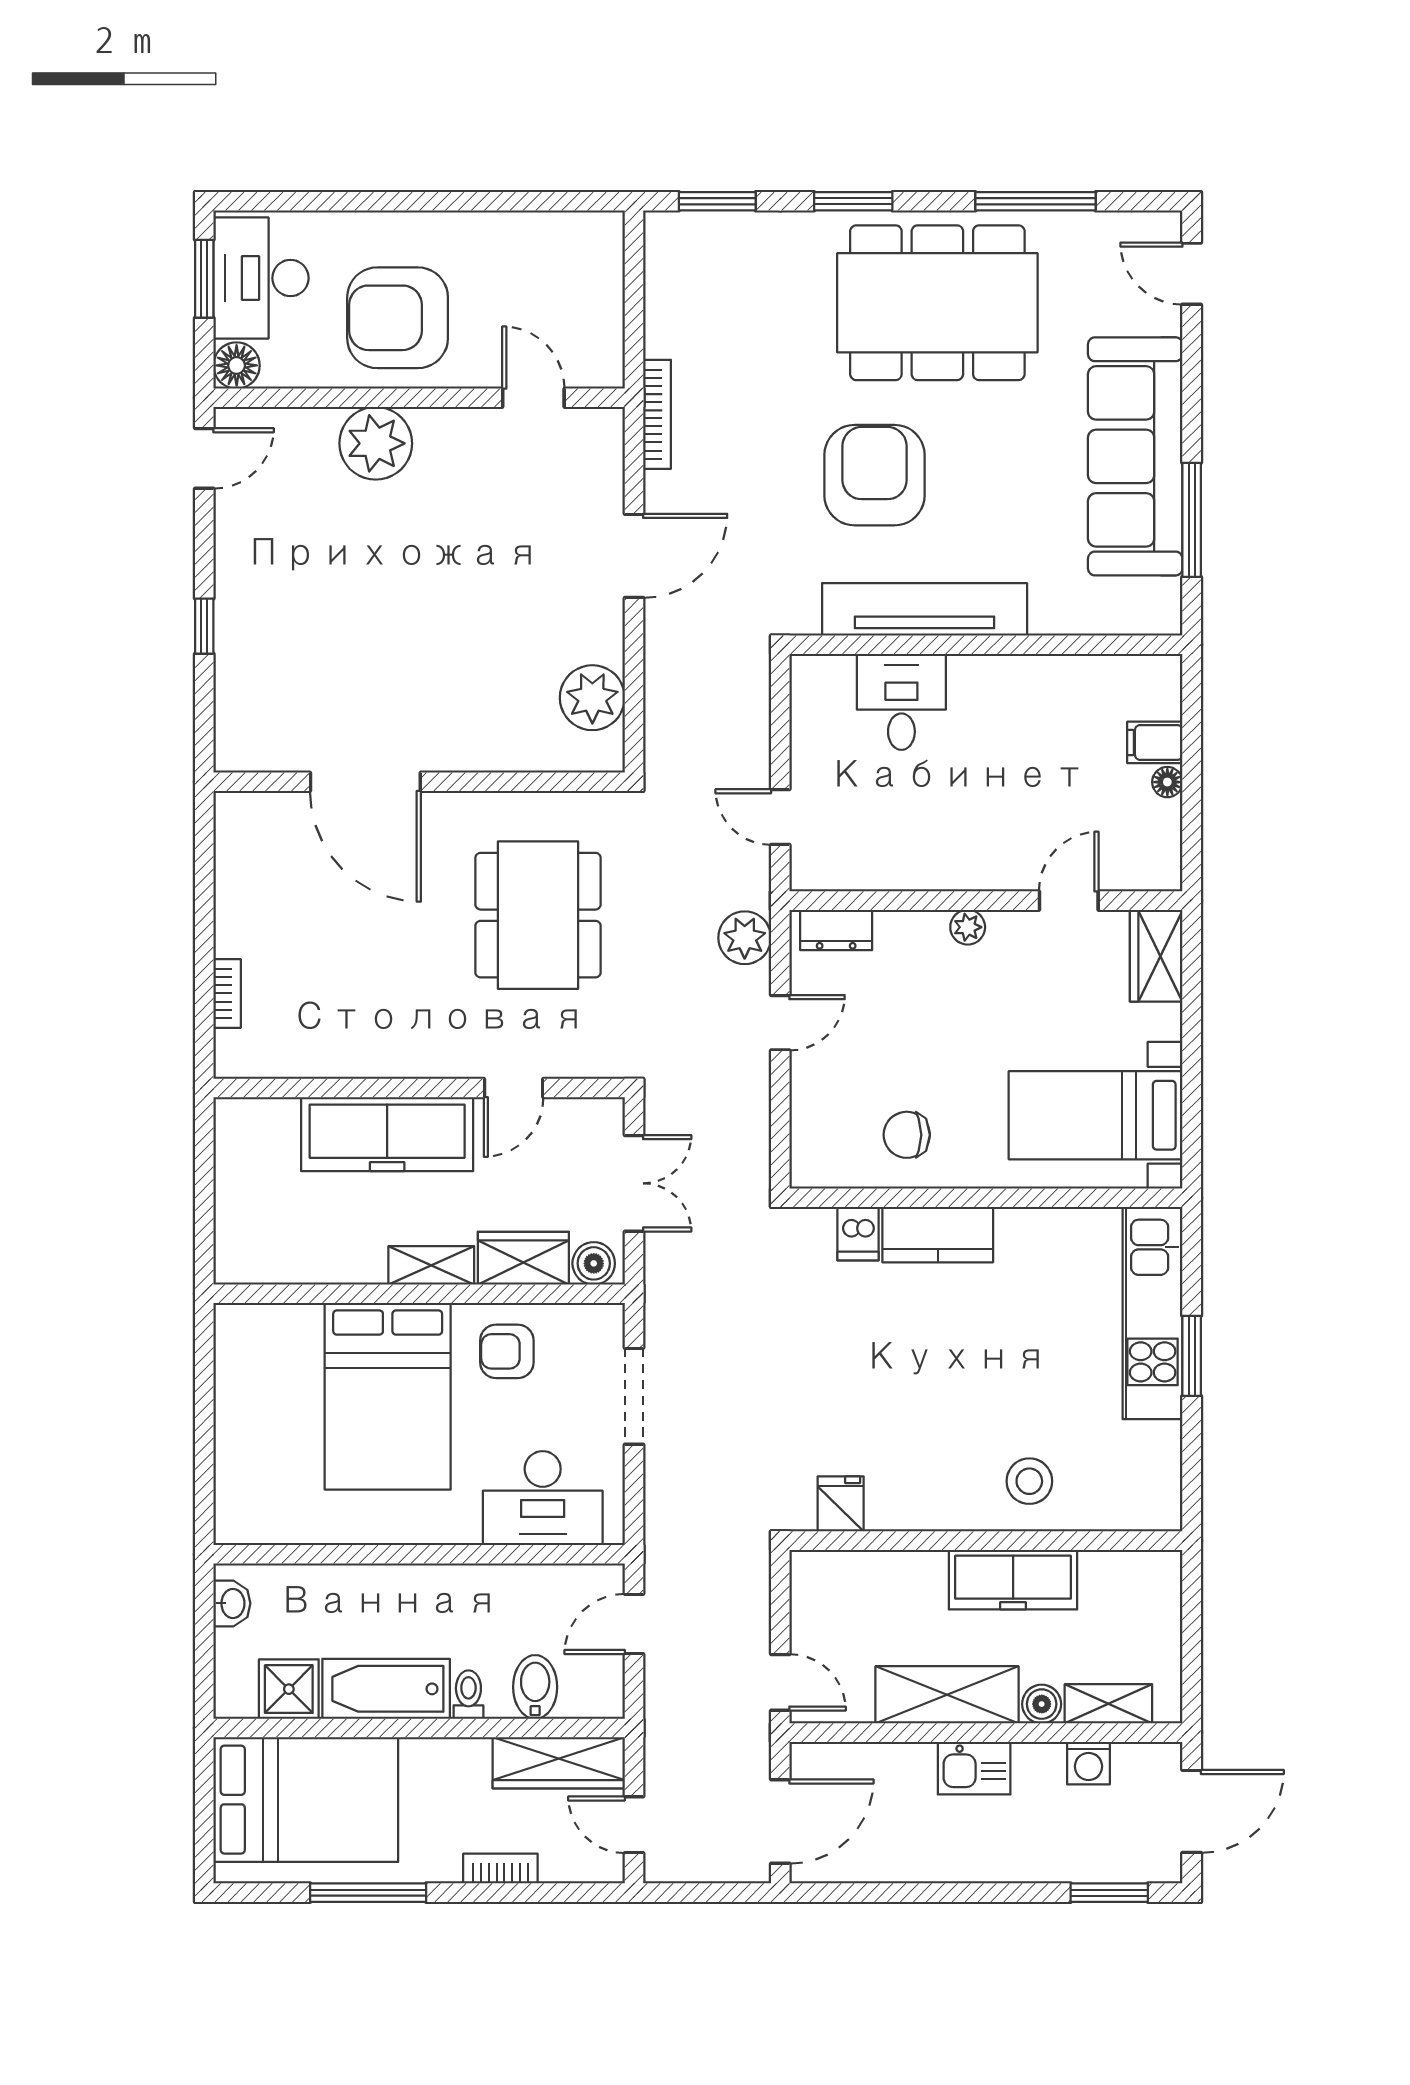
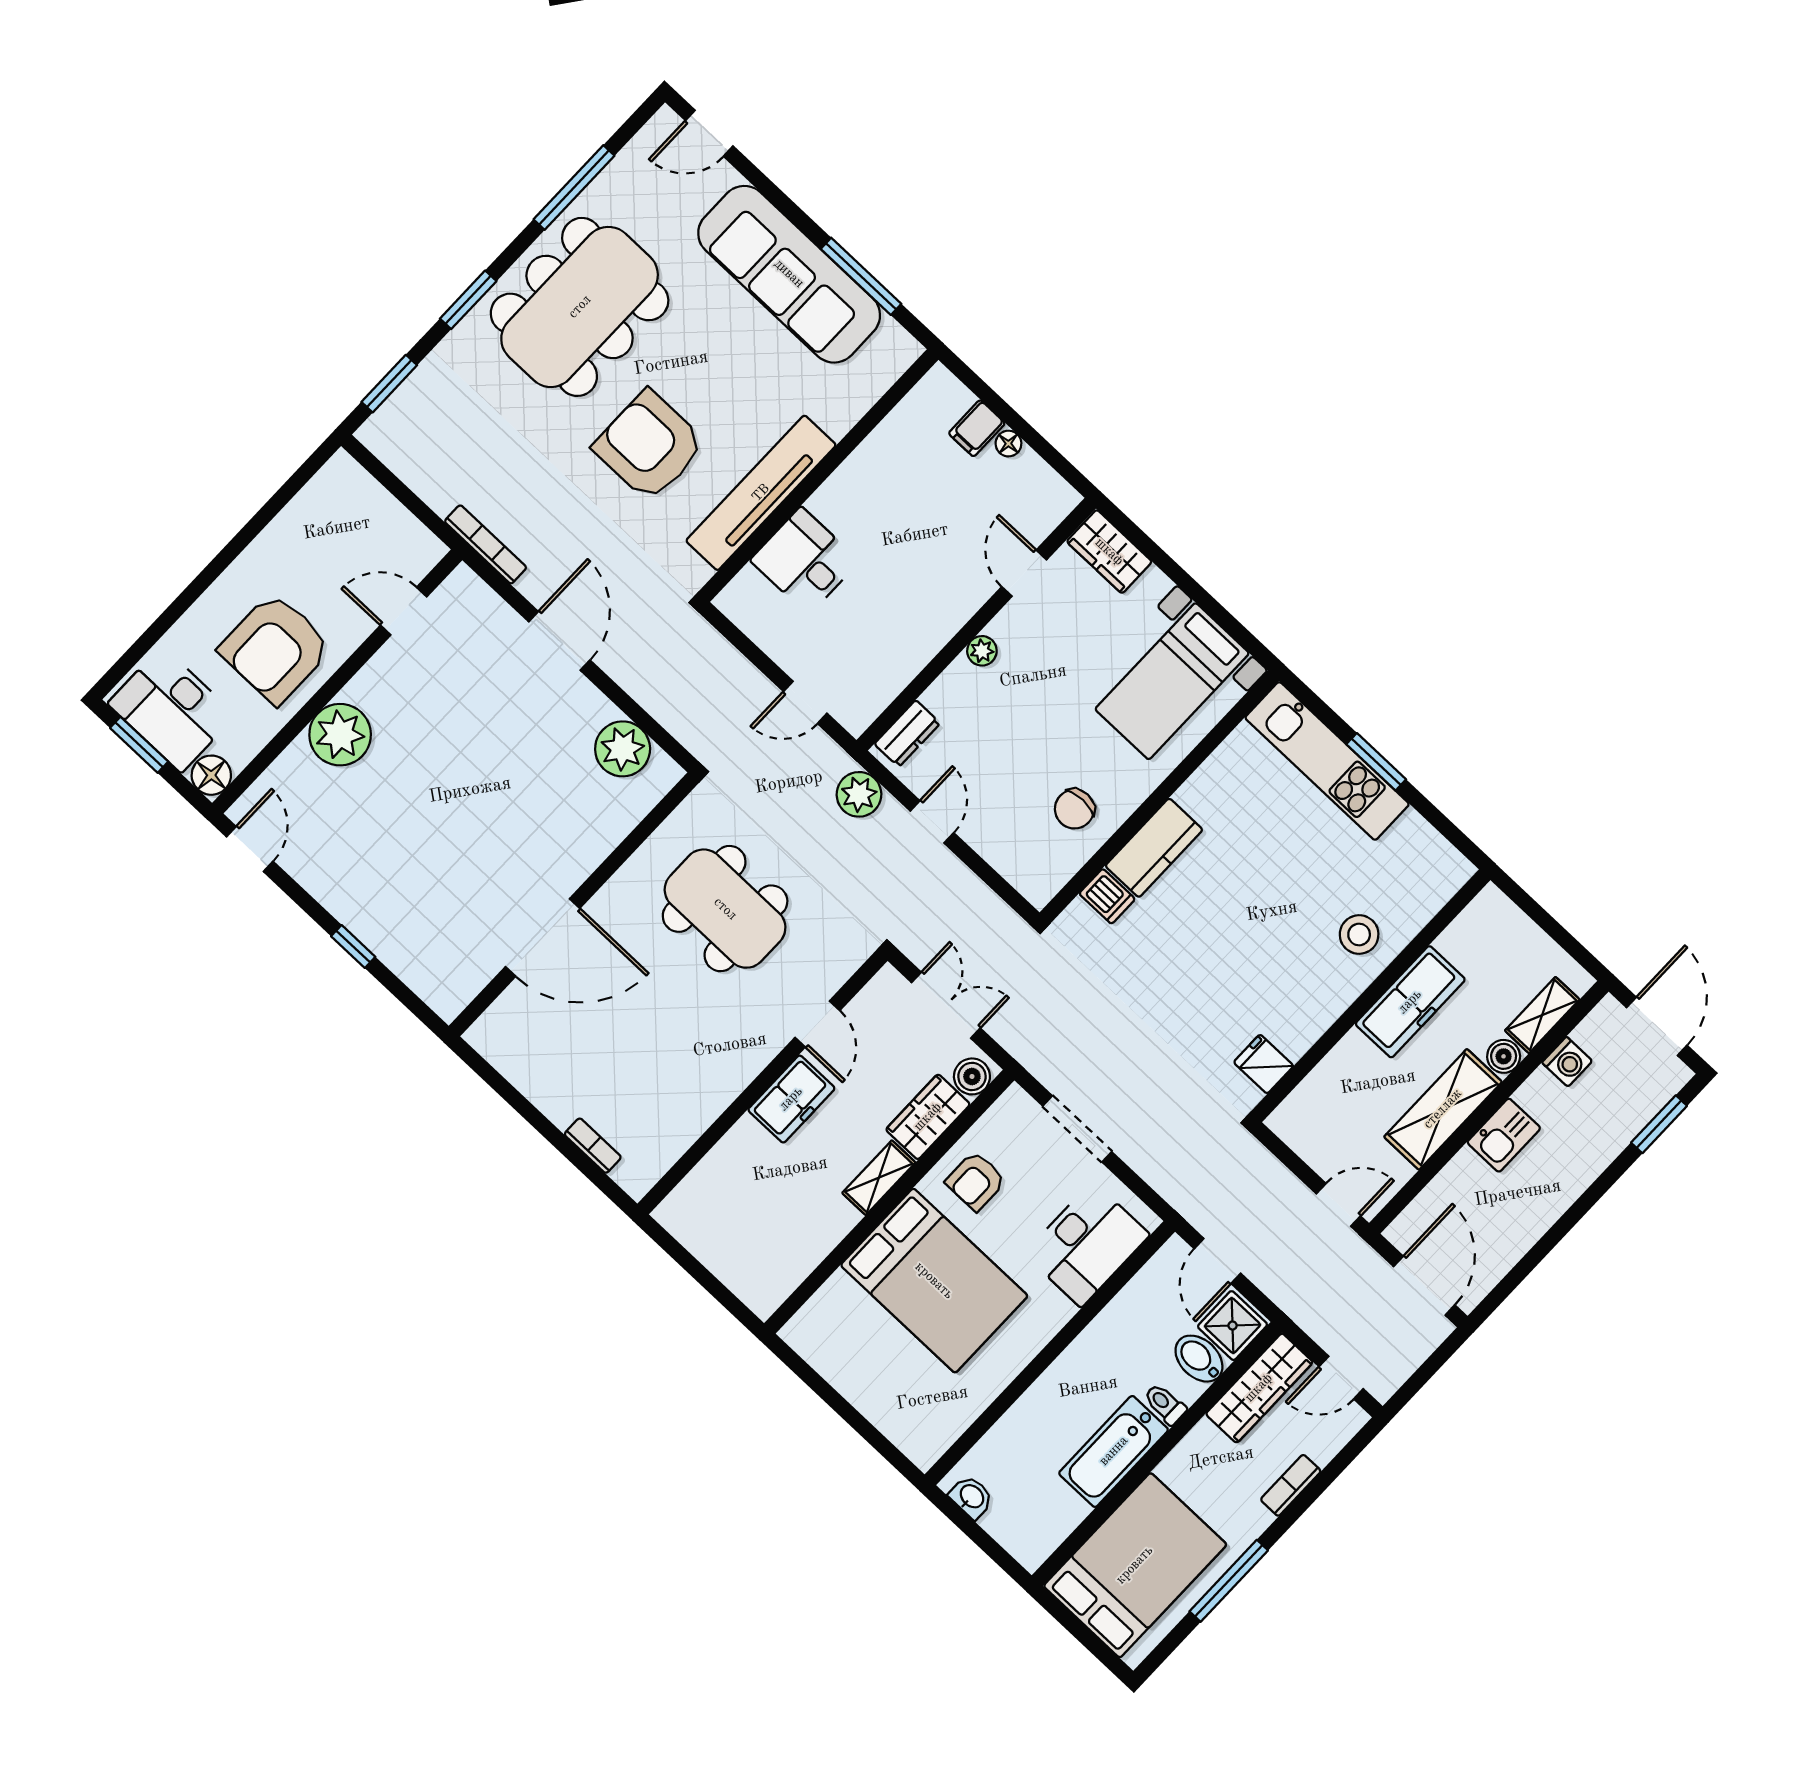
freezer: (387, 1134) -> (791, 1099), width x0.52, depth x0.79
shower: (289, 1689) -> (1233, 1326), moved

